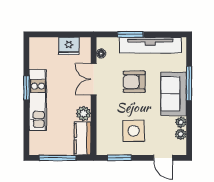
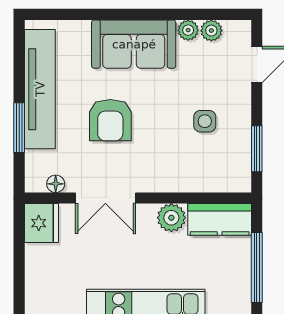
fridge: (69, 46) -> (41, 223), moved
window: (189, 83) -> (113, 14), removed
side table: (134, 131) -> (205, 121), width x0.54, depth x0.54

